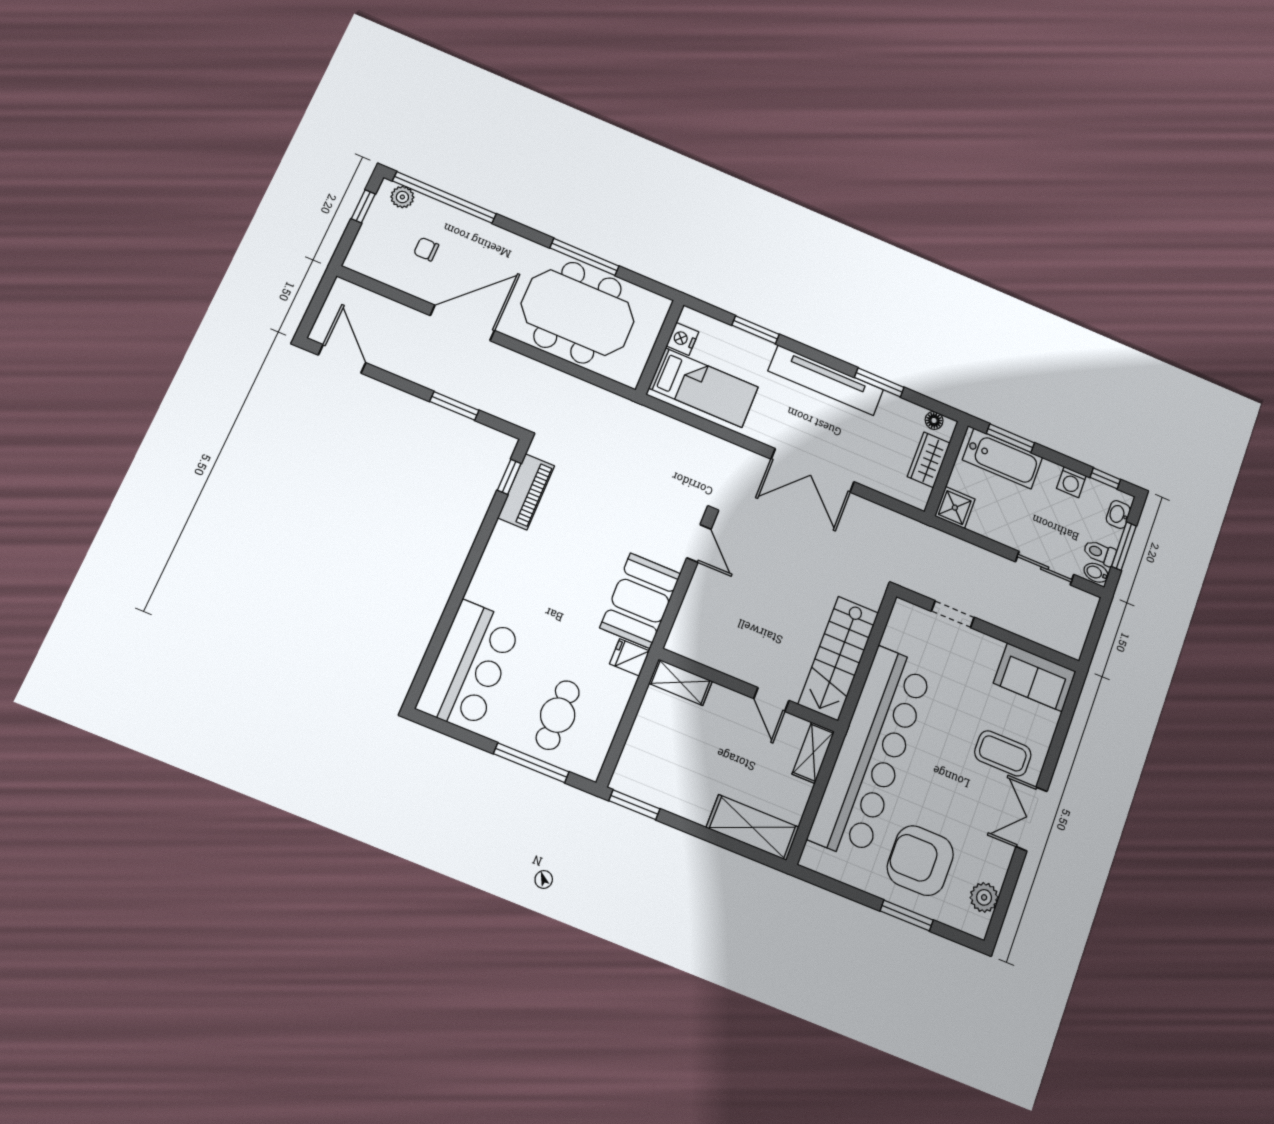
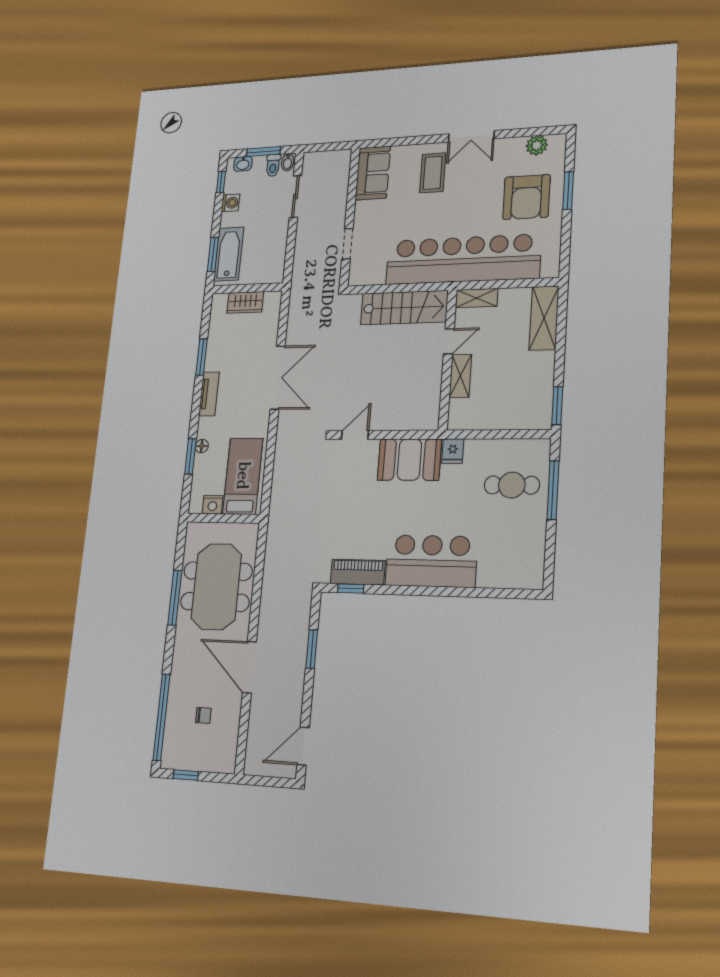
plant: (402, 197) -> (170, 748), removed
chair: (426, 249) -> (203, 715), turned -90
tv unit: (826, 380) -> (209, 394), width x0.52, depth x0.78
floor lamp: (934, 420) -> (202, 446), moved
shower: (955, 508) -> (273, 272), removed
bar counter: (469, 666) -> (431, 561), moved
shelving: (681, 682) -> (460, 376), moved

